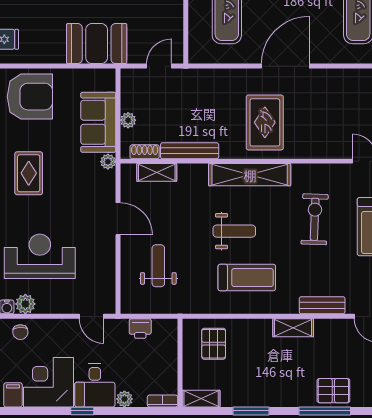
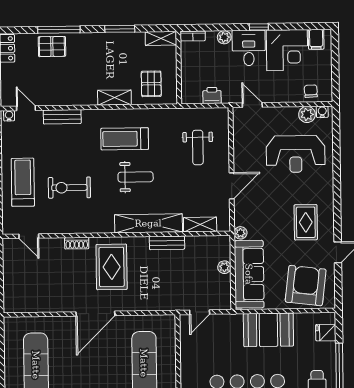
booth: (97, 44) -> (268, 330), moved
armchair: (30, 97) -> (306, 286), turned 97
sofa: (98, 122) -> (249, 274), width x1.36
bench: (190, 151) -> (167, 243), width x0.73
shoe rack: (145, 152) -> (77, 243), moved
shelving: (250, 175) -> (148, 223), moved
door: (118, 219) -> (232, 186), swing flipped
exercise bike: (315, 219) -> (69, 188), turned 88
weight bench: (234, 231) -> (136, 177), turned 180
shelving: (293, 328) -> (114, 98), moved

